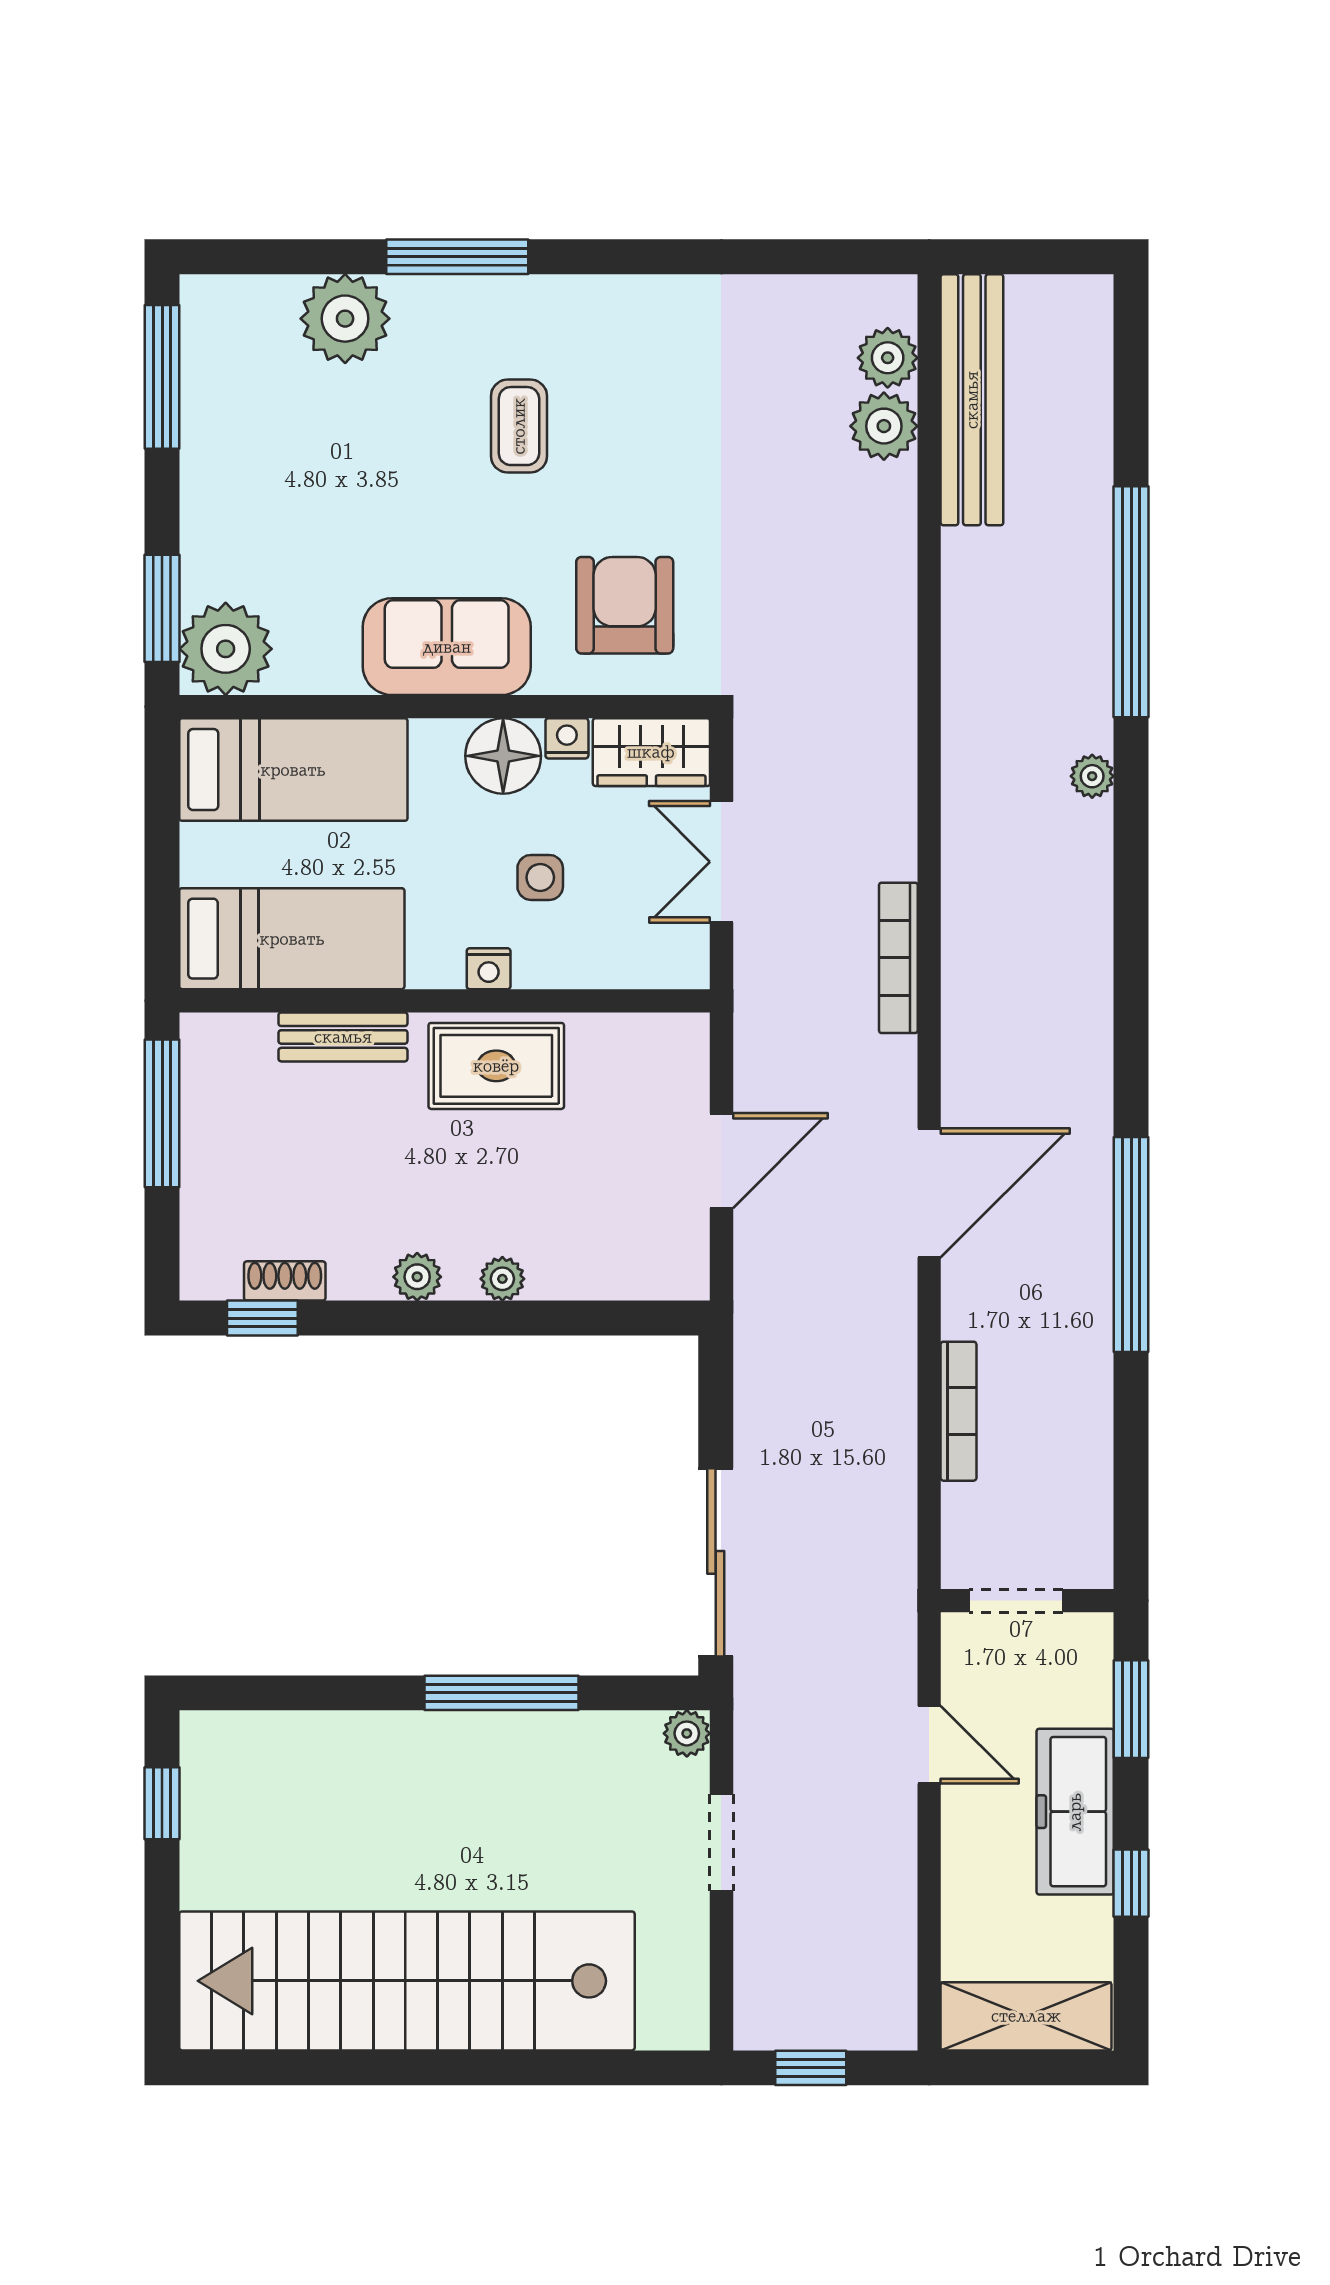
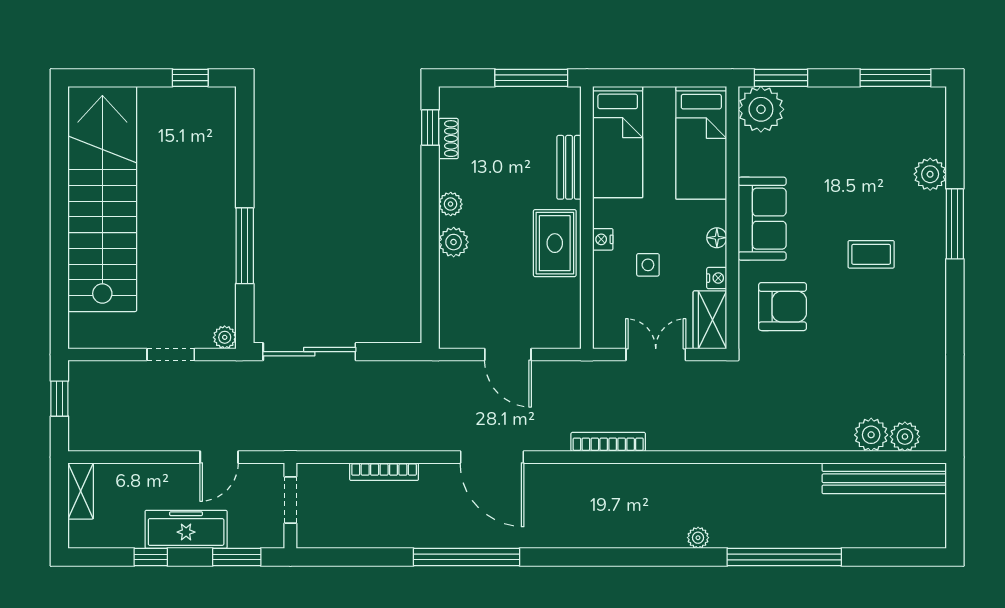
plant: (345, 319) -> (930, 174), width x0.73, depth x0.73
floor lamp: (503, 756) -> (717, 238), width x0.53, depth x0.53
plant: (502, 1279) -> (454, 242), width x1.38, depth x1.38
shelving: (1026, 2016) -> (81, 491), width x0.67, depth x0.75

